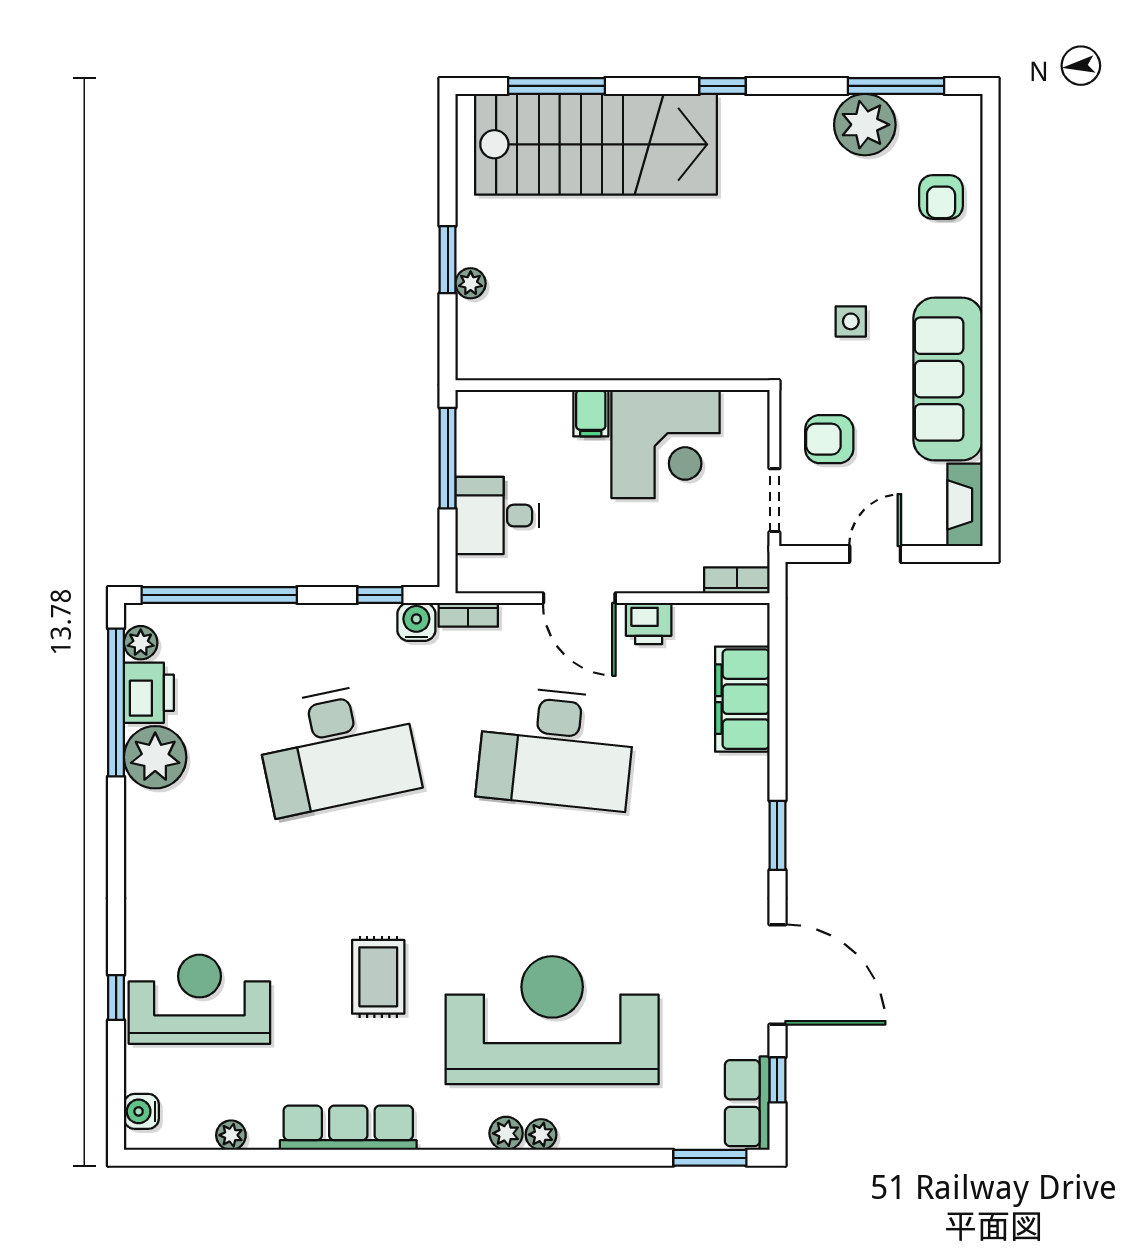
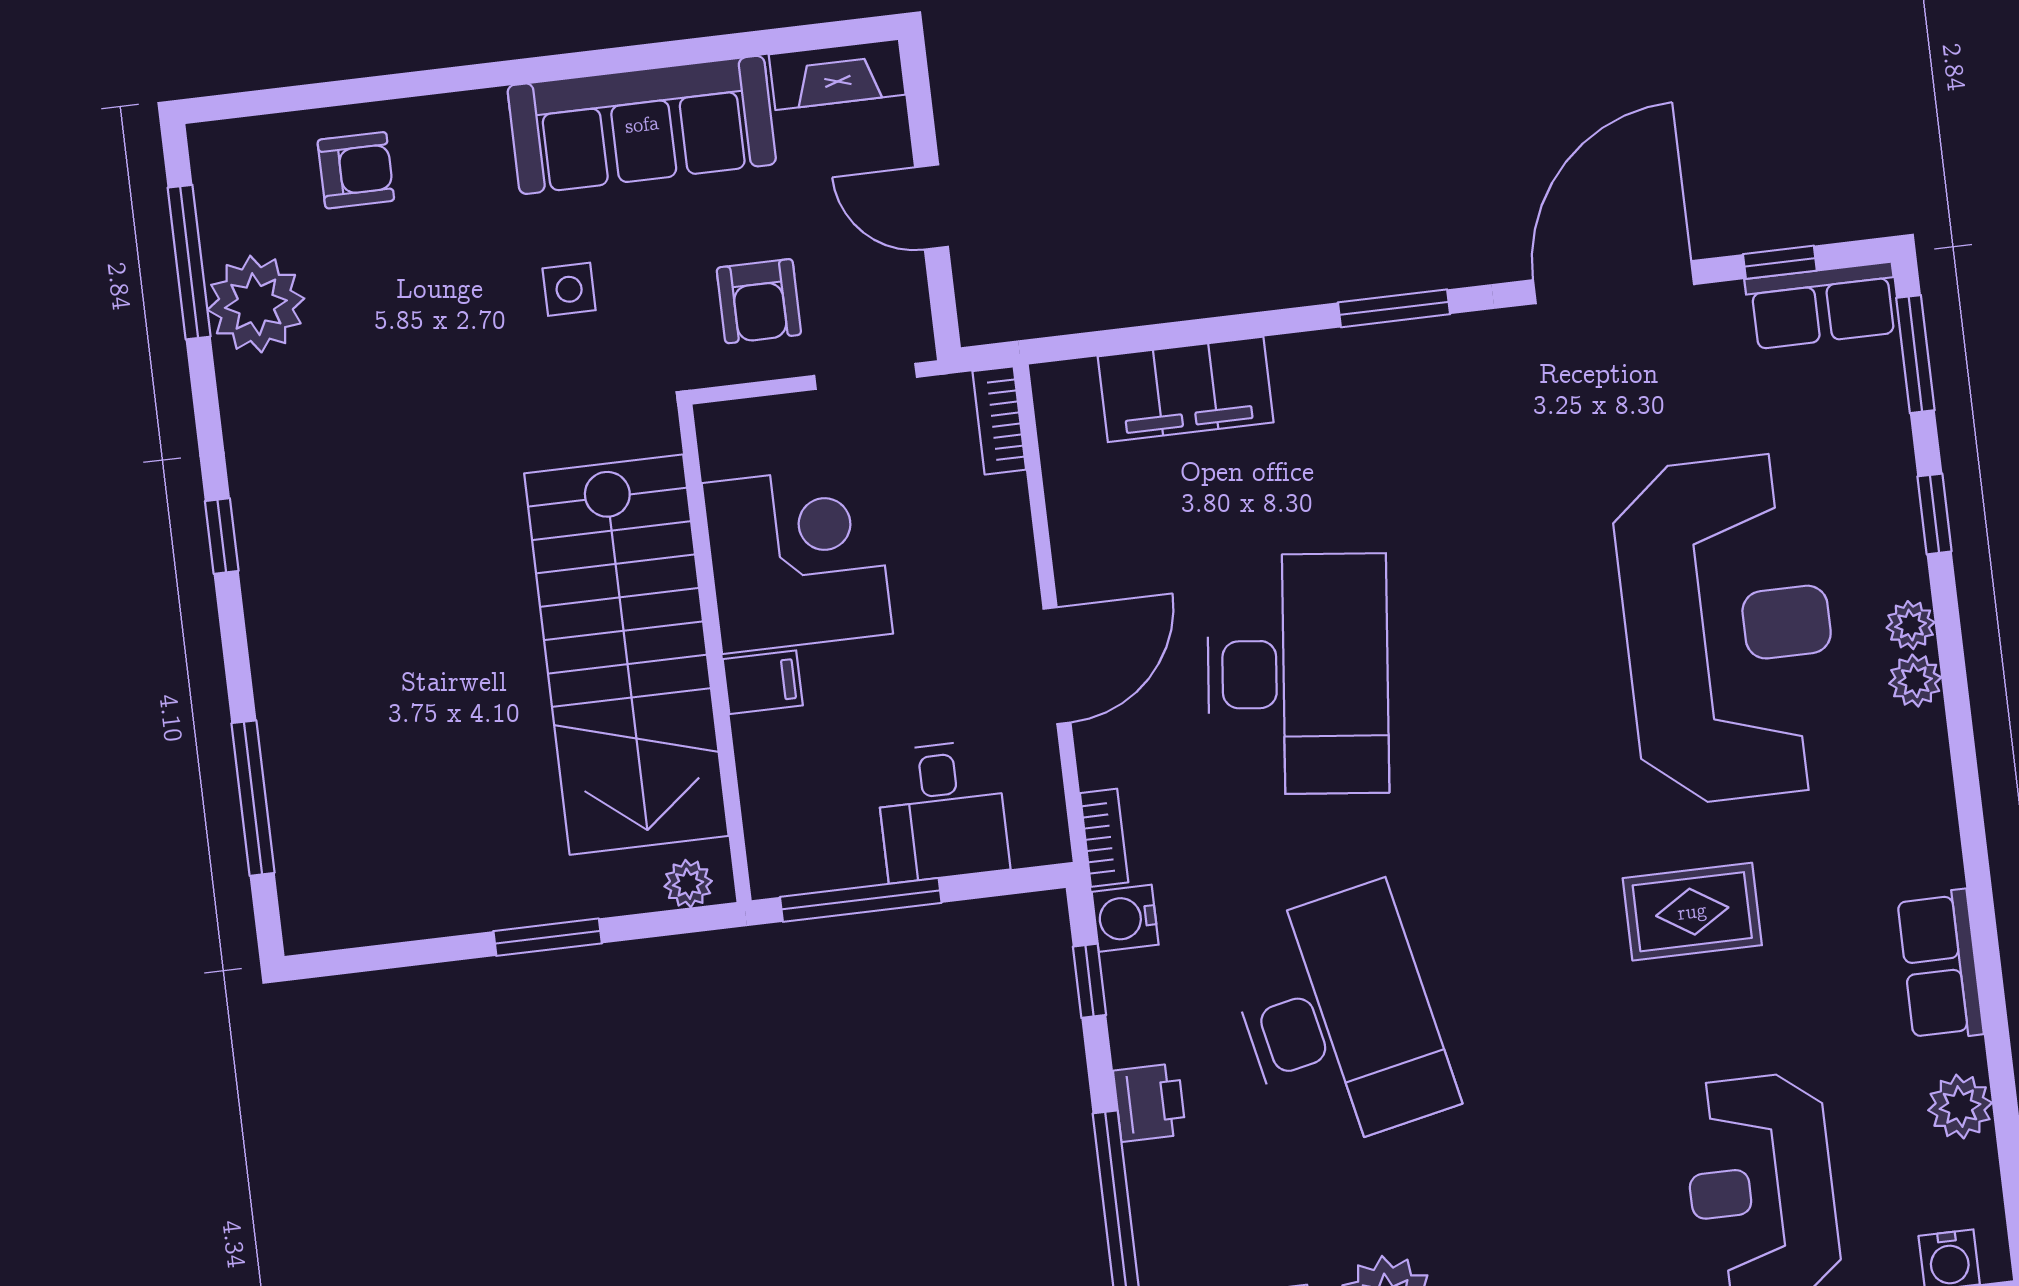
stairs: (596, 144) -> (626, 655), moved, turned 180
plant: (471, 283) -> (688, 884), moved
printer: (649, 624) -> (1150, 1102), moved
reception desk: (552, 1020) -> (1728, 629), turned 180
row of seats: (348, 1128) -> (1940, 965), width x0.68
plant: (231, 1135) -> (1960, 1107), width x1.38, depth x1.38
window: (609, 1158) -> (1934, 514), added

